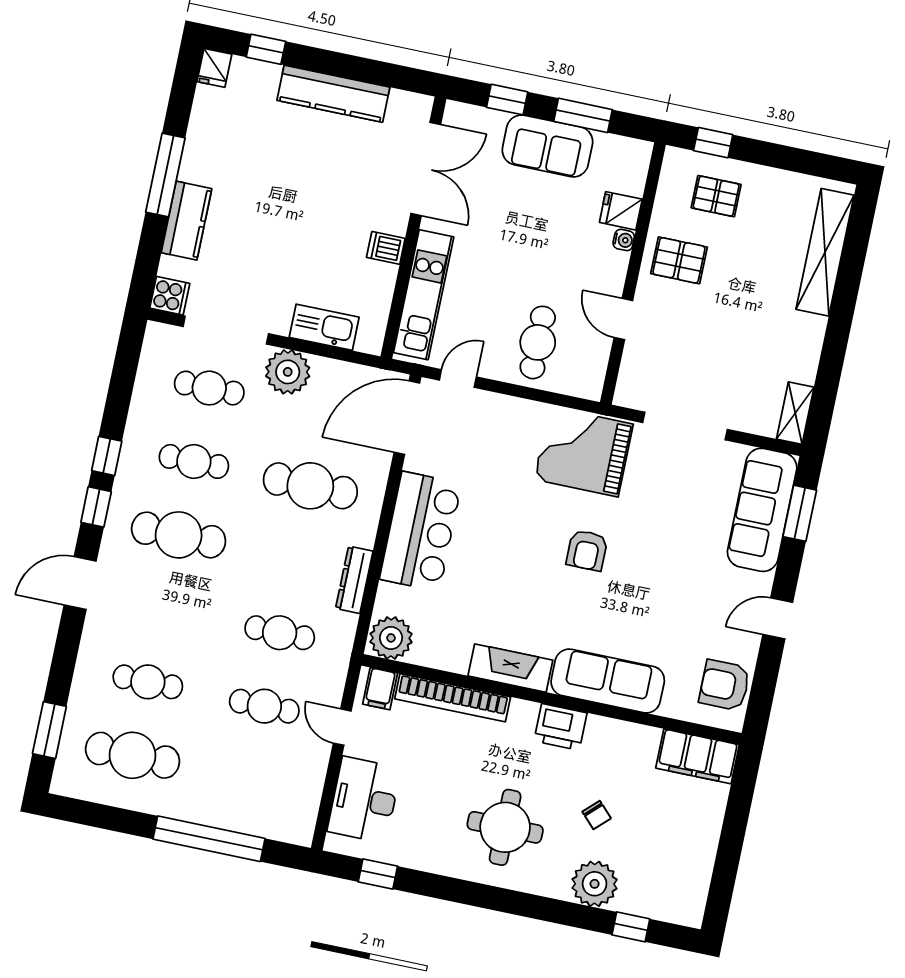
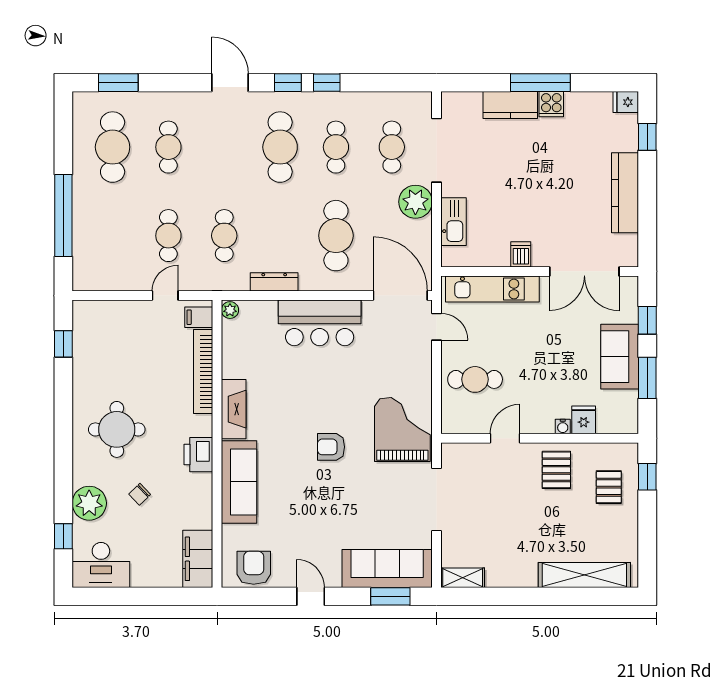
cooker: (170, 296) -> (551, 104), moved
plant: (391, 638) -> (230, 310), width x0.53, depth x0.53
desk: (364, 800) -> (101, 565), moved, turned 180

